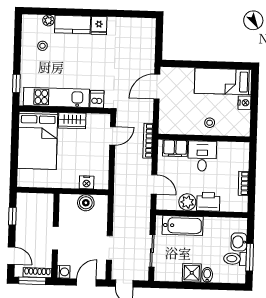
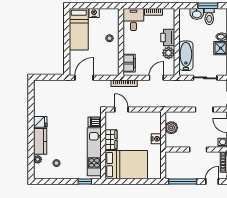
door: (157, 87) -> (84, 78), swing flipped
desk: (202, 156) -> (133, 19), moved, turned 90
nightstand: (87, 182) -> (156, 139), moved
window: (12, 216) -> (183, 182), width x2.17

